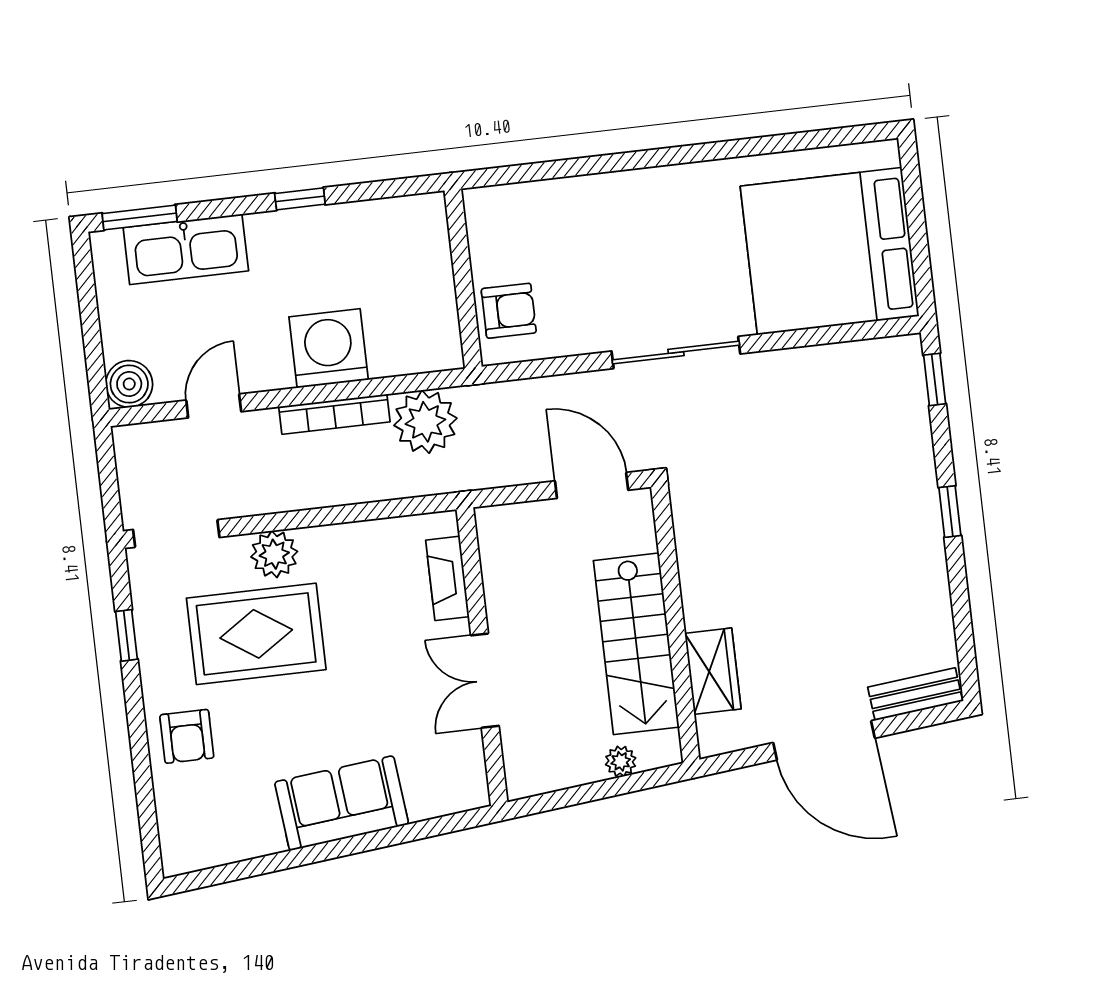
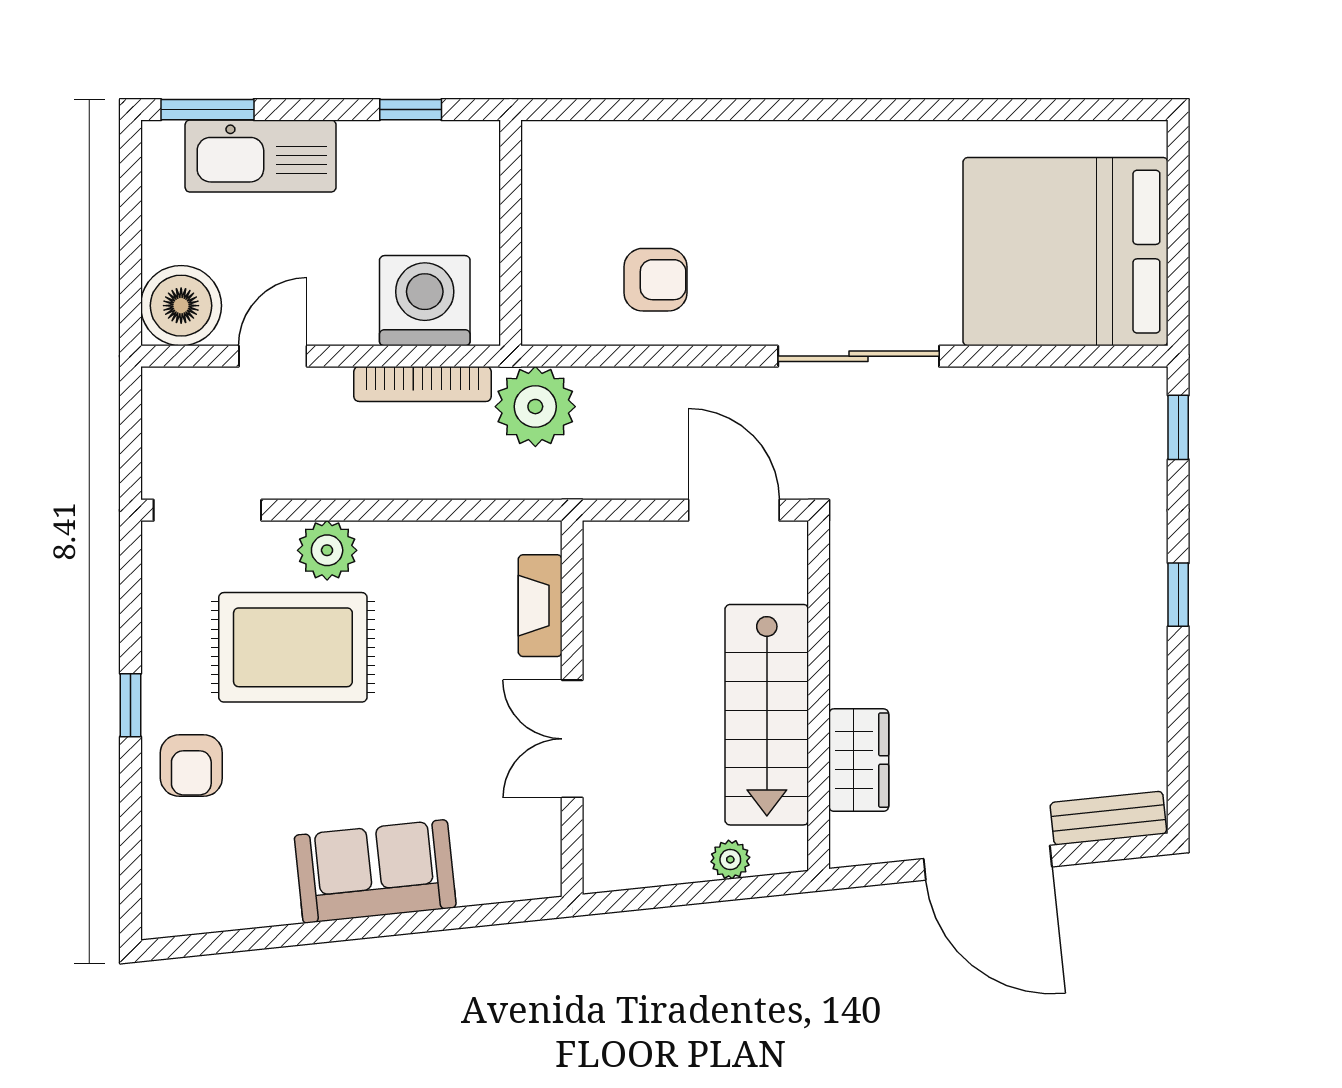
wall: (463, 279) -> (511, 233), moved
boiler: (129, 384) -> (181, 306), width x1.37, depth x1.37
window: (126, 635) -> (130, 705), moved

